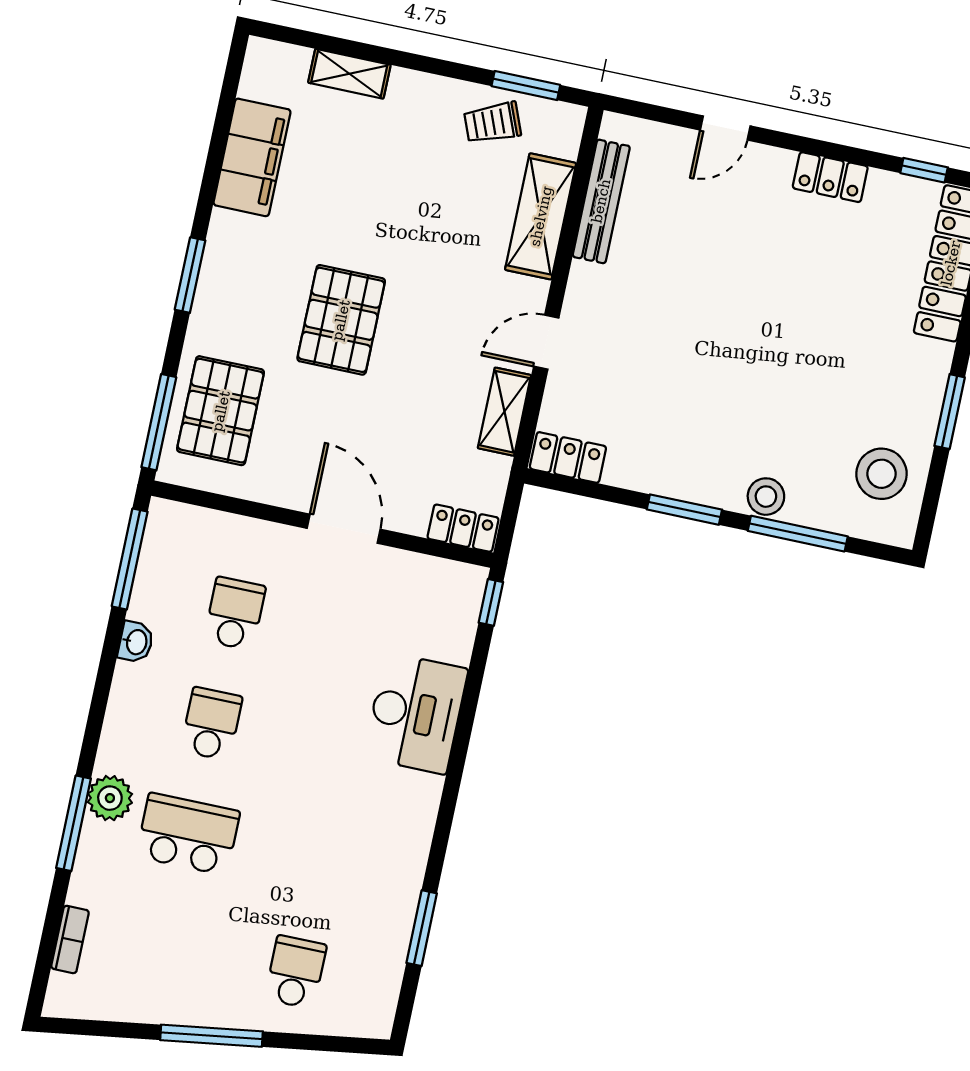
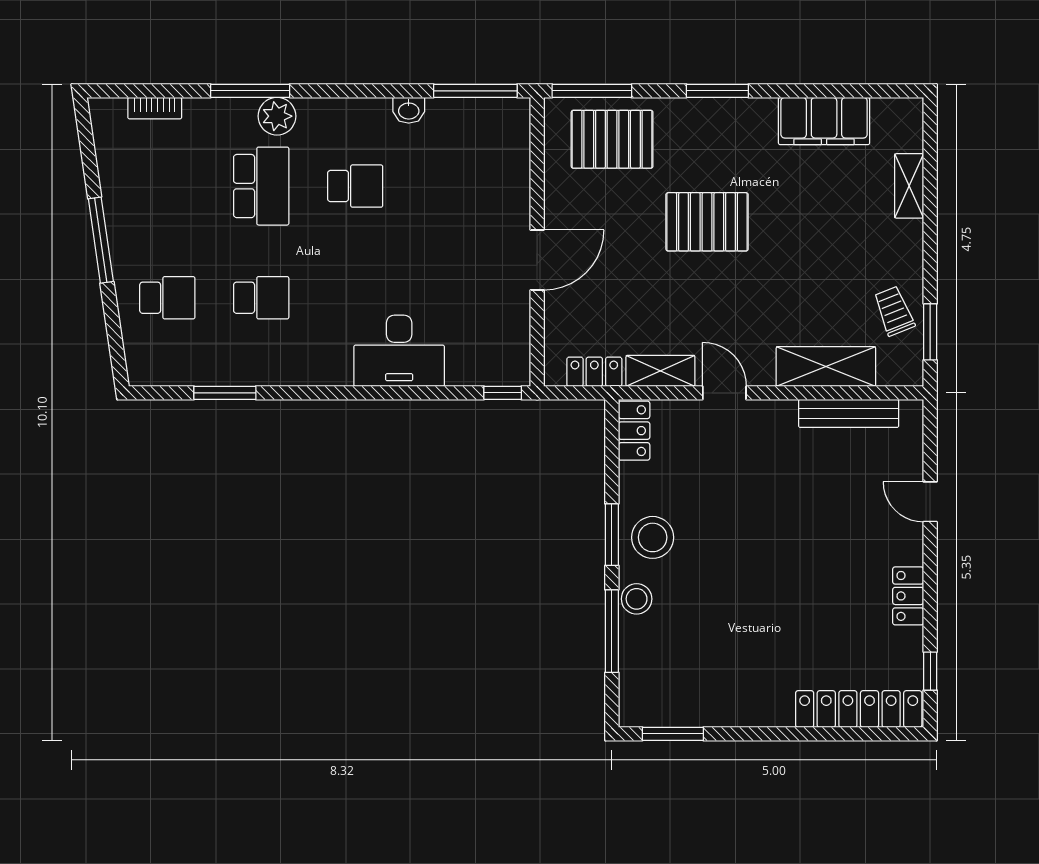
window: (950, 412) -> (673, 734), moved
stool: (882, 474) -> (653, 537), moved
locker: (463, 528) -> (594, 372), moved, turned -90
school desk: (235, 614) -> (261, 298), moved

